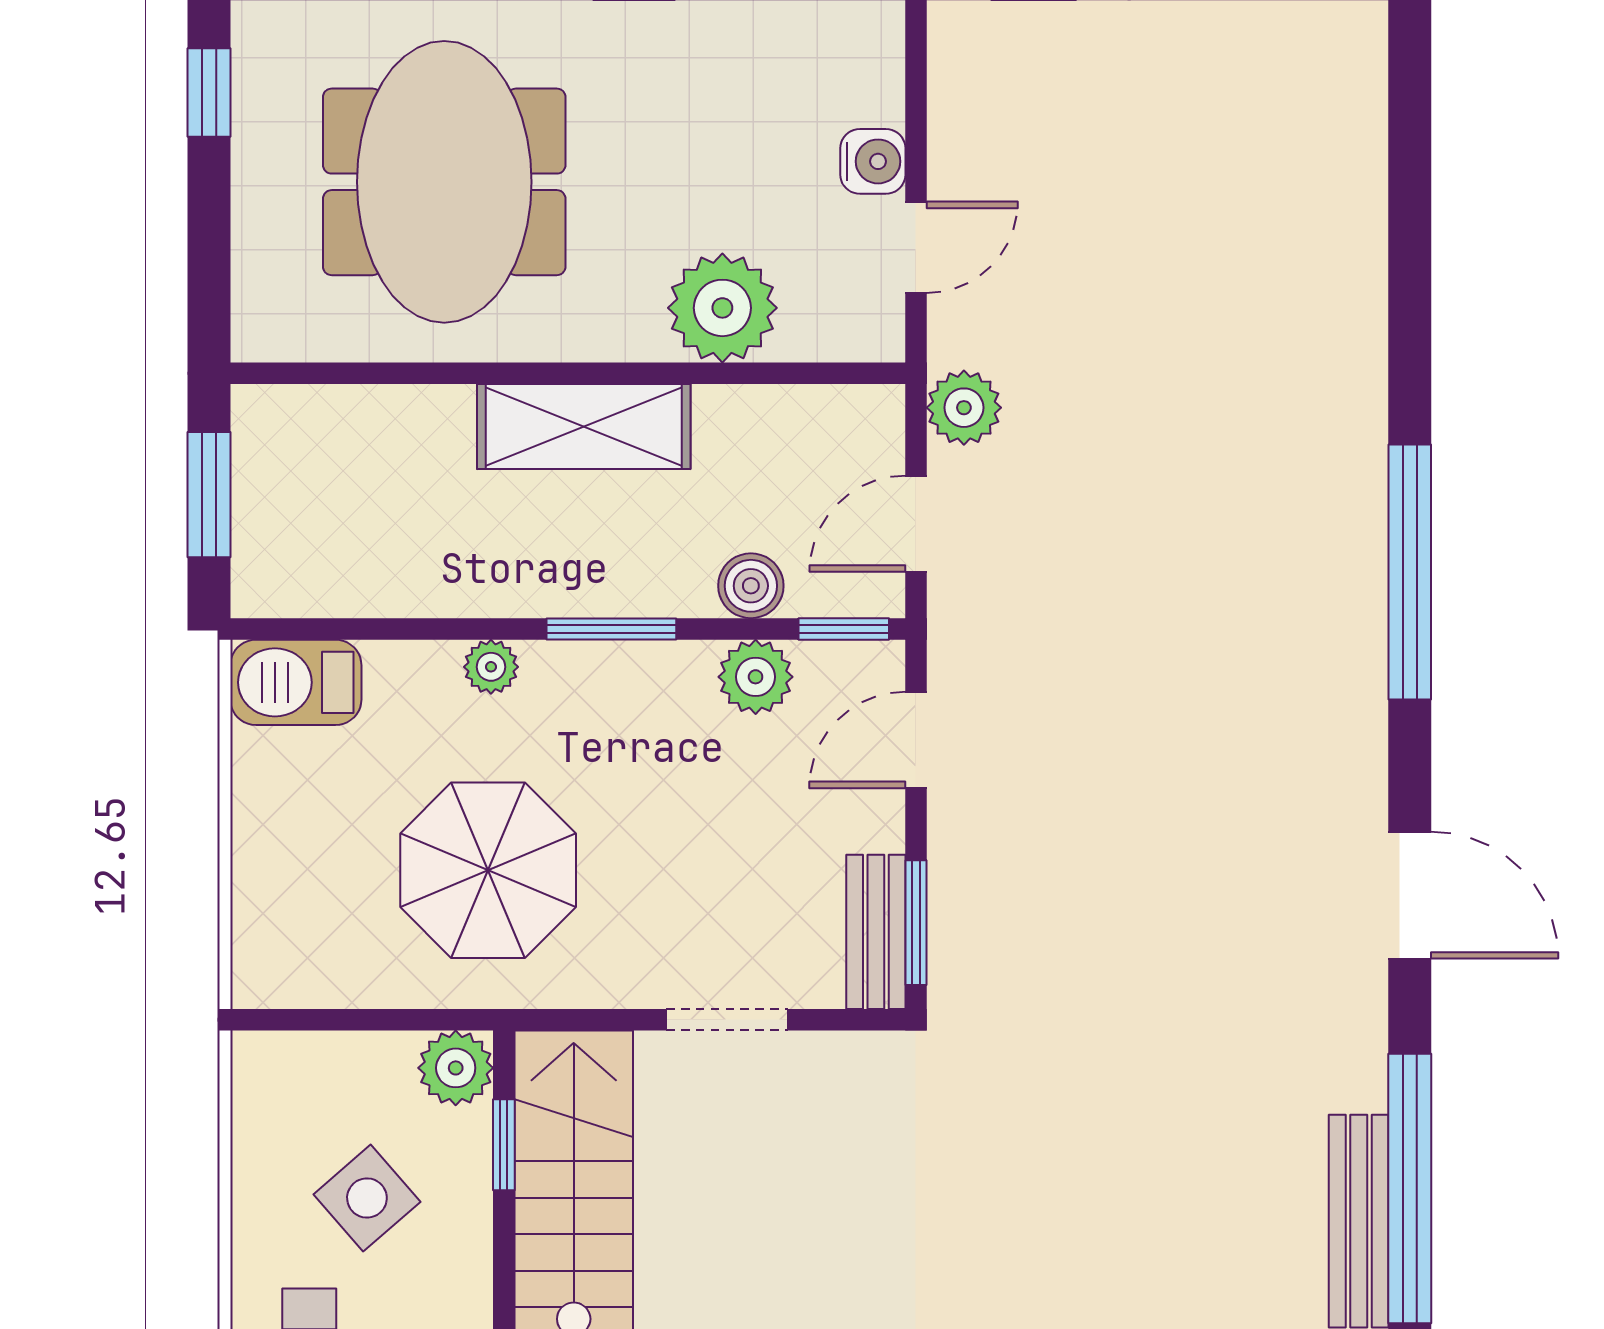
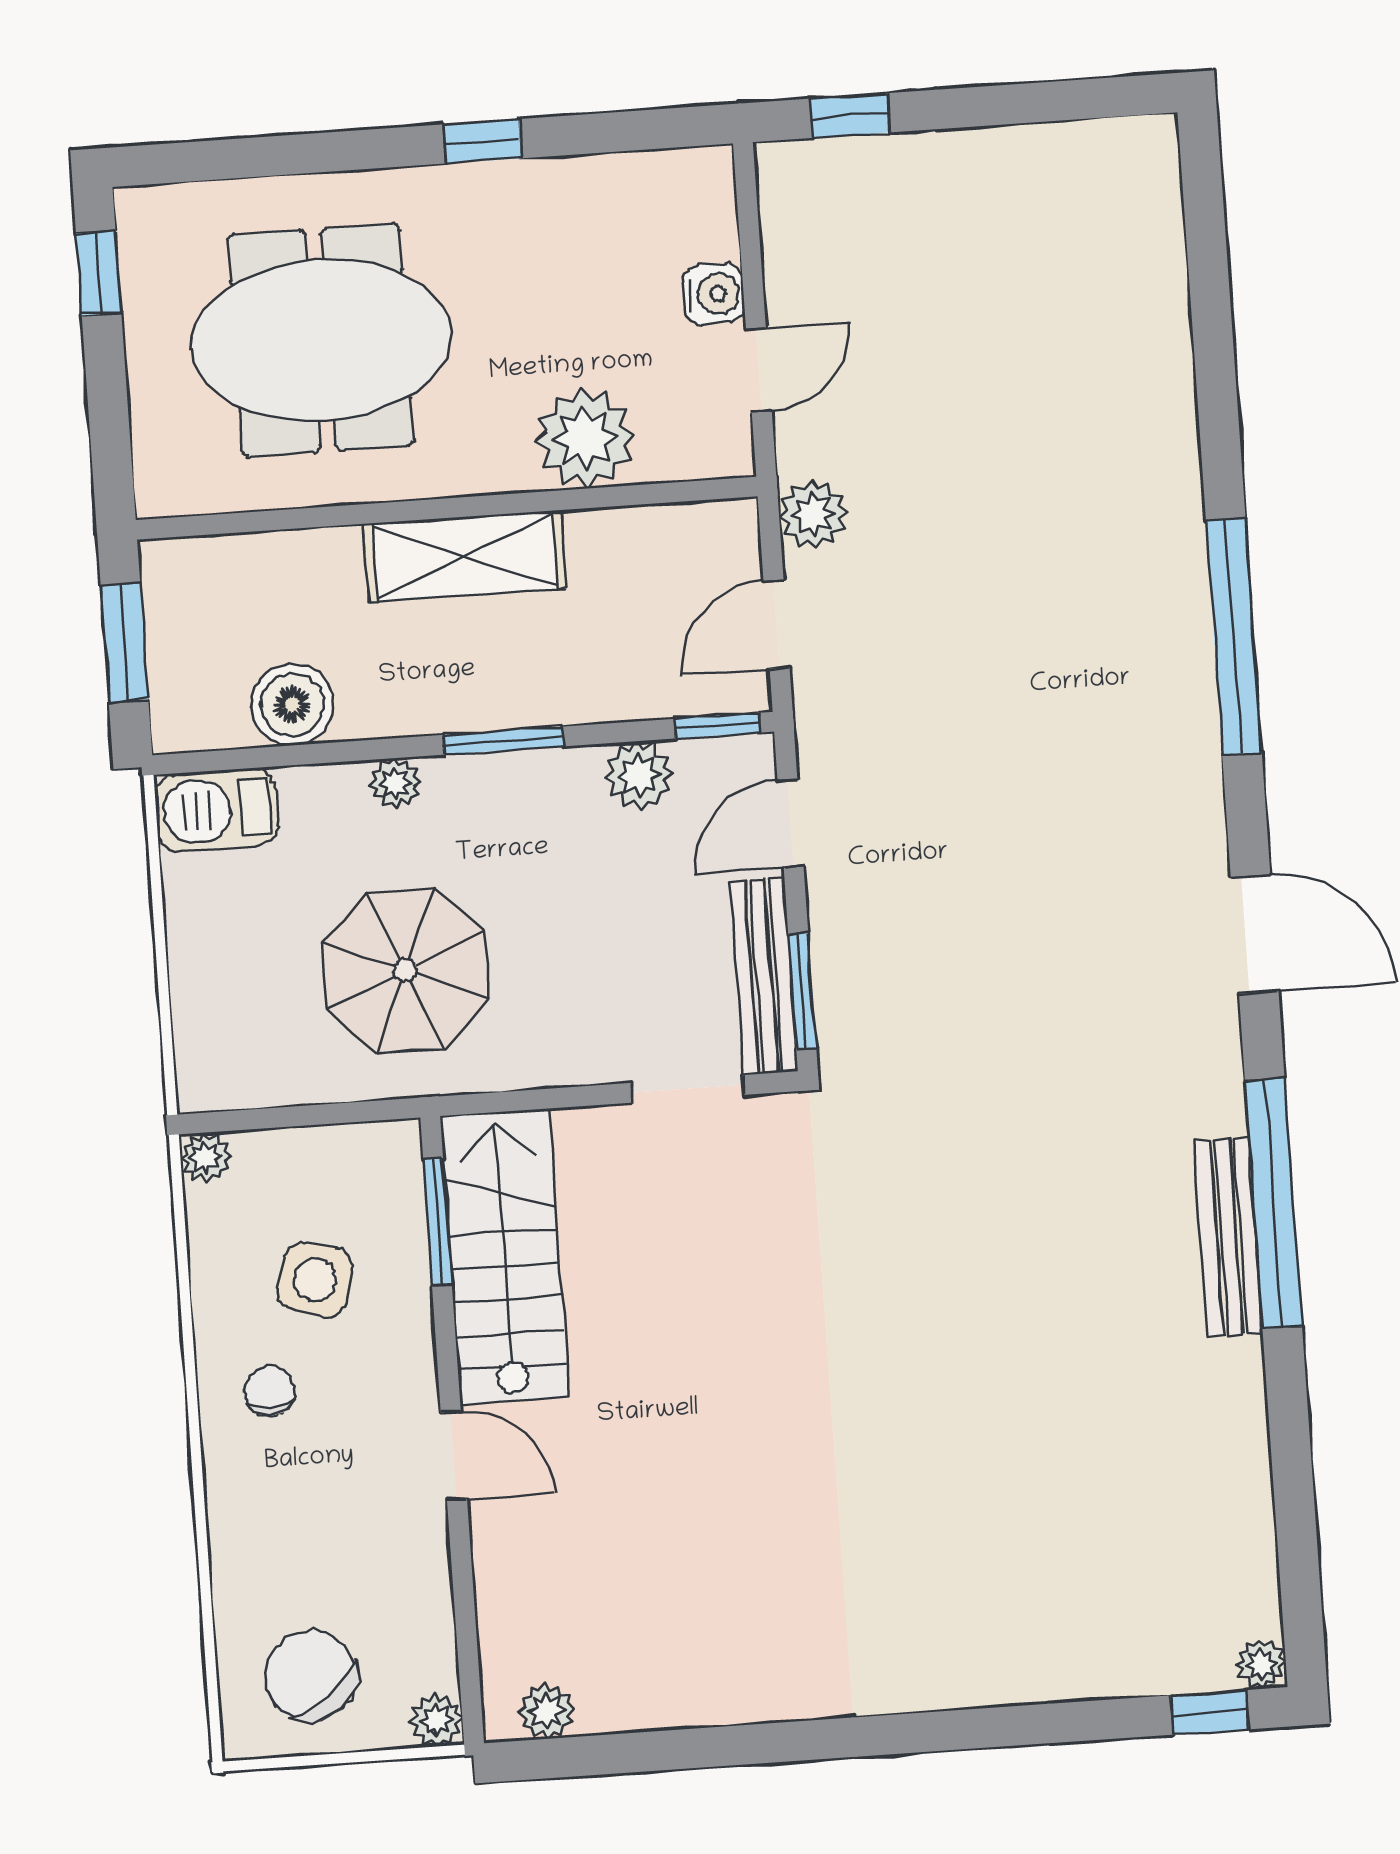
meeting table: (444, 182) -> (321, 340), turned 90
boiler: (751, 586) -> (292, 704), moved, width x1.36, depth x1.36
bench: (876, 932) -> (764, 976), width x1.36
doorway: (727, 1020) -> (688, 1089), moved
plant: (456, 1068) -> (205, 1158), moved, width x0.73, depth x0.73
window: (504, 1145) -> (438, 1222), width x1.50
side table: (367, 1198) -> (315, 1280), turned -34

